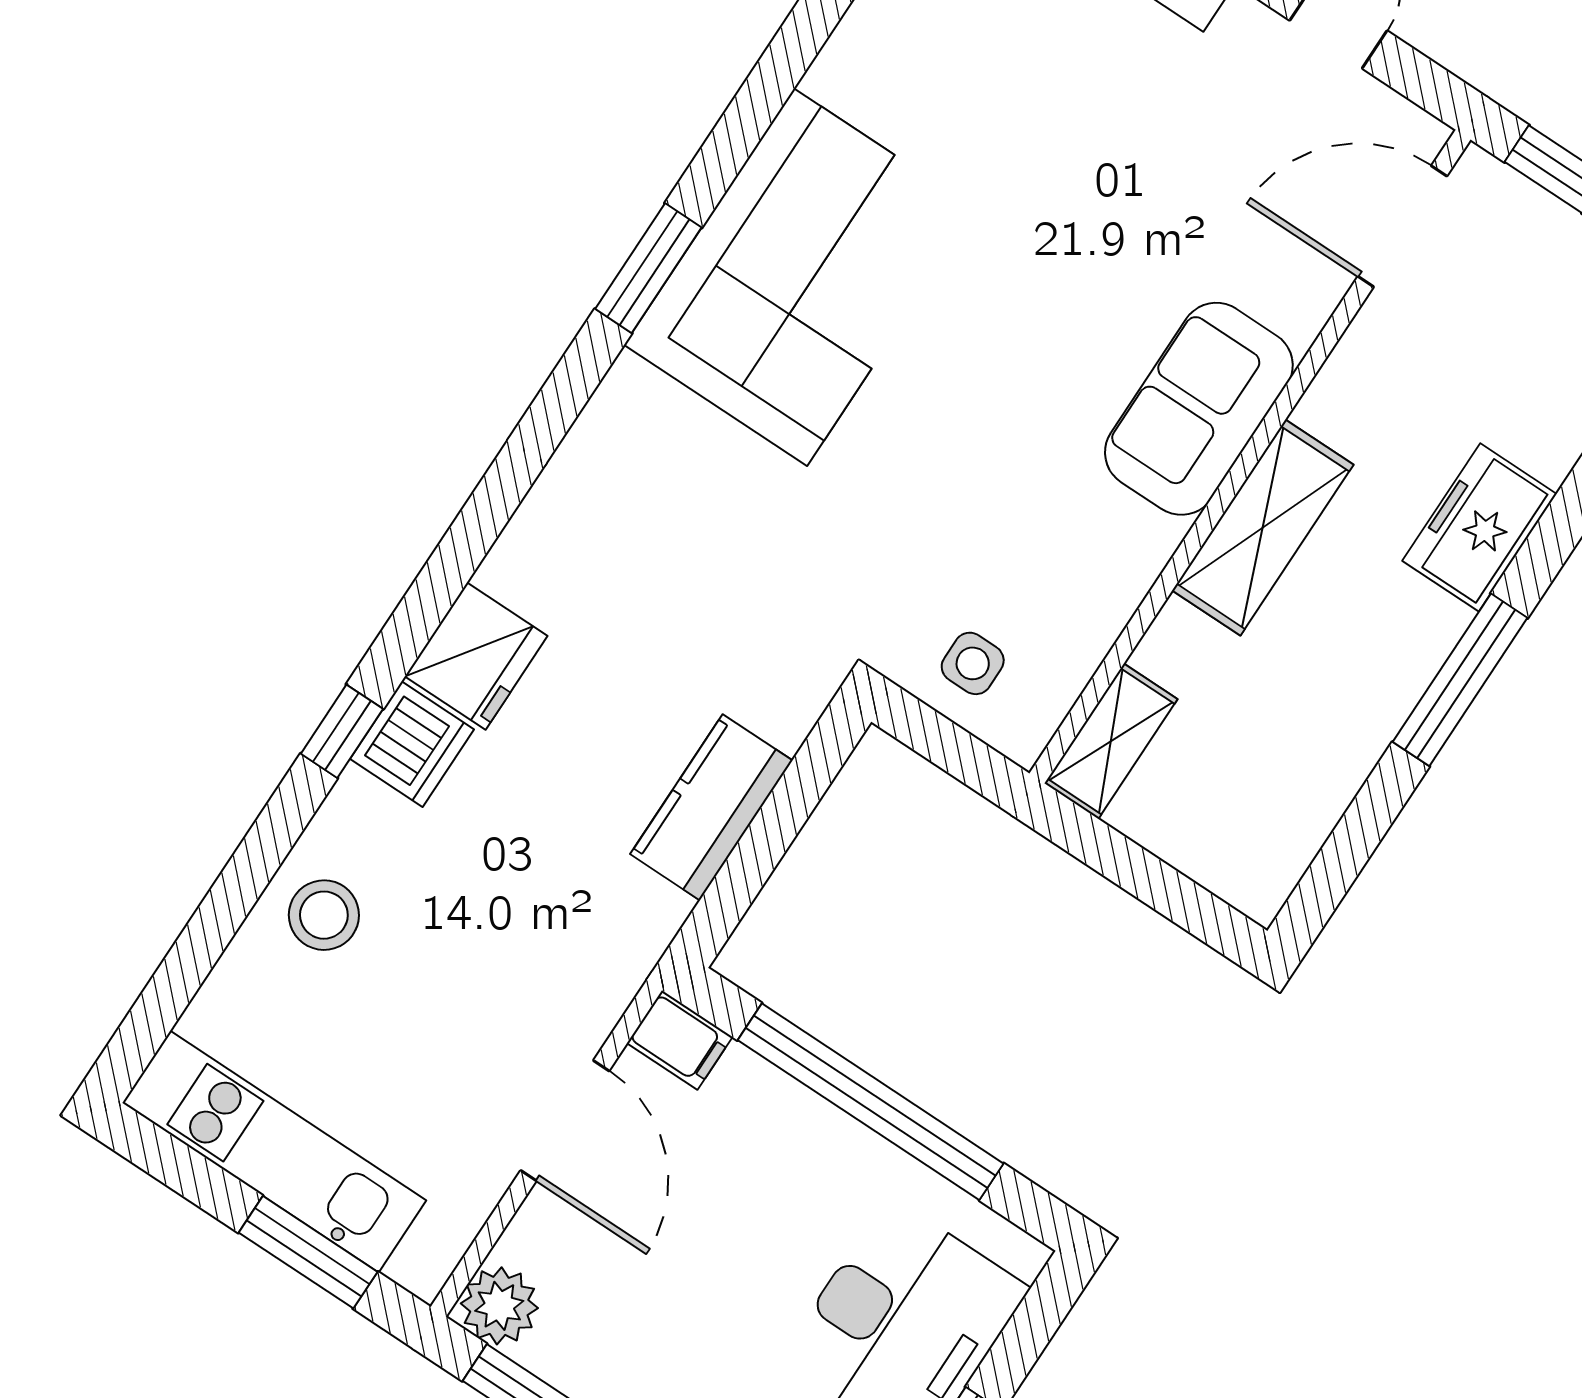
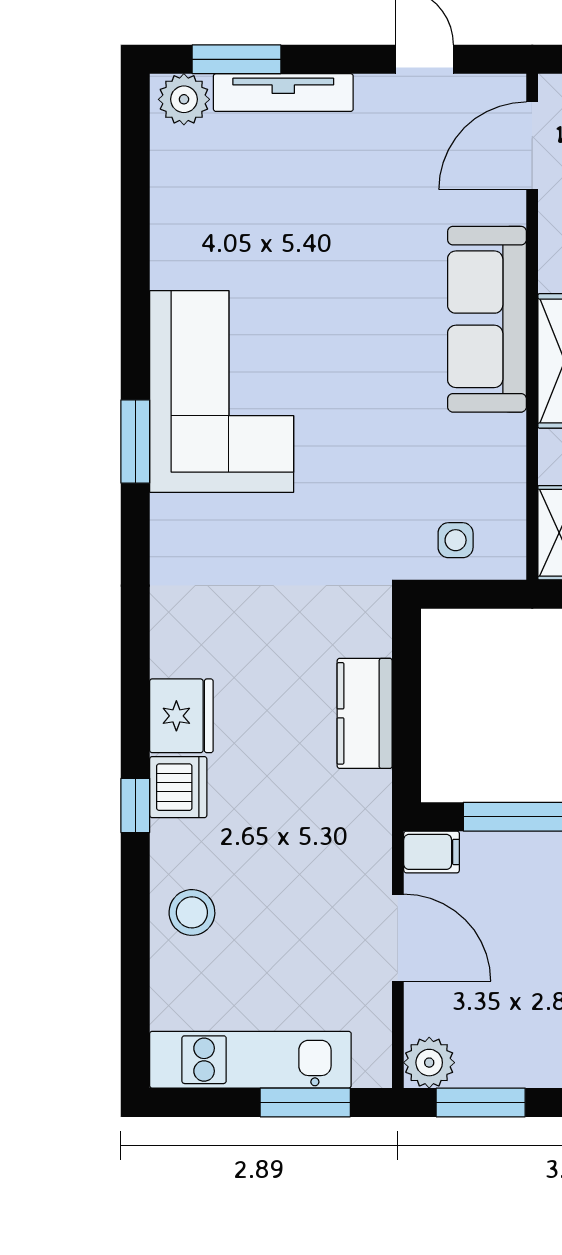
sofa: (1199, 409) -> (487, 319), width x1.36

